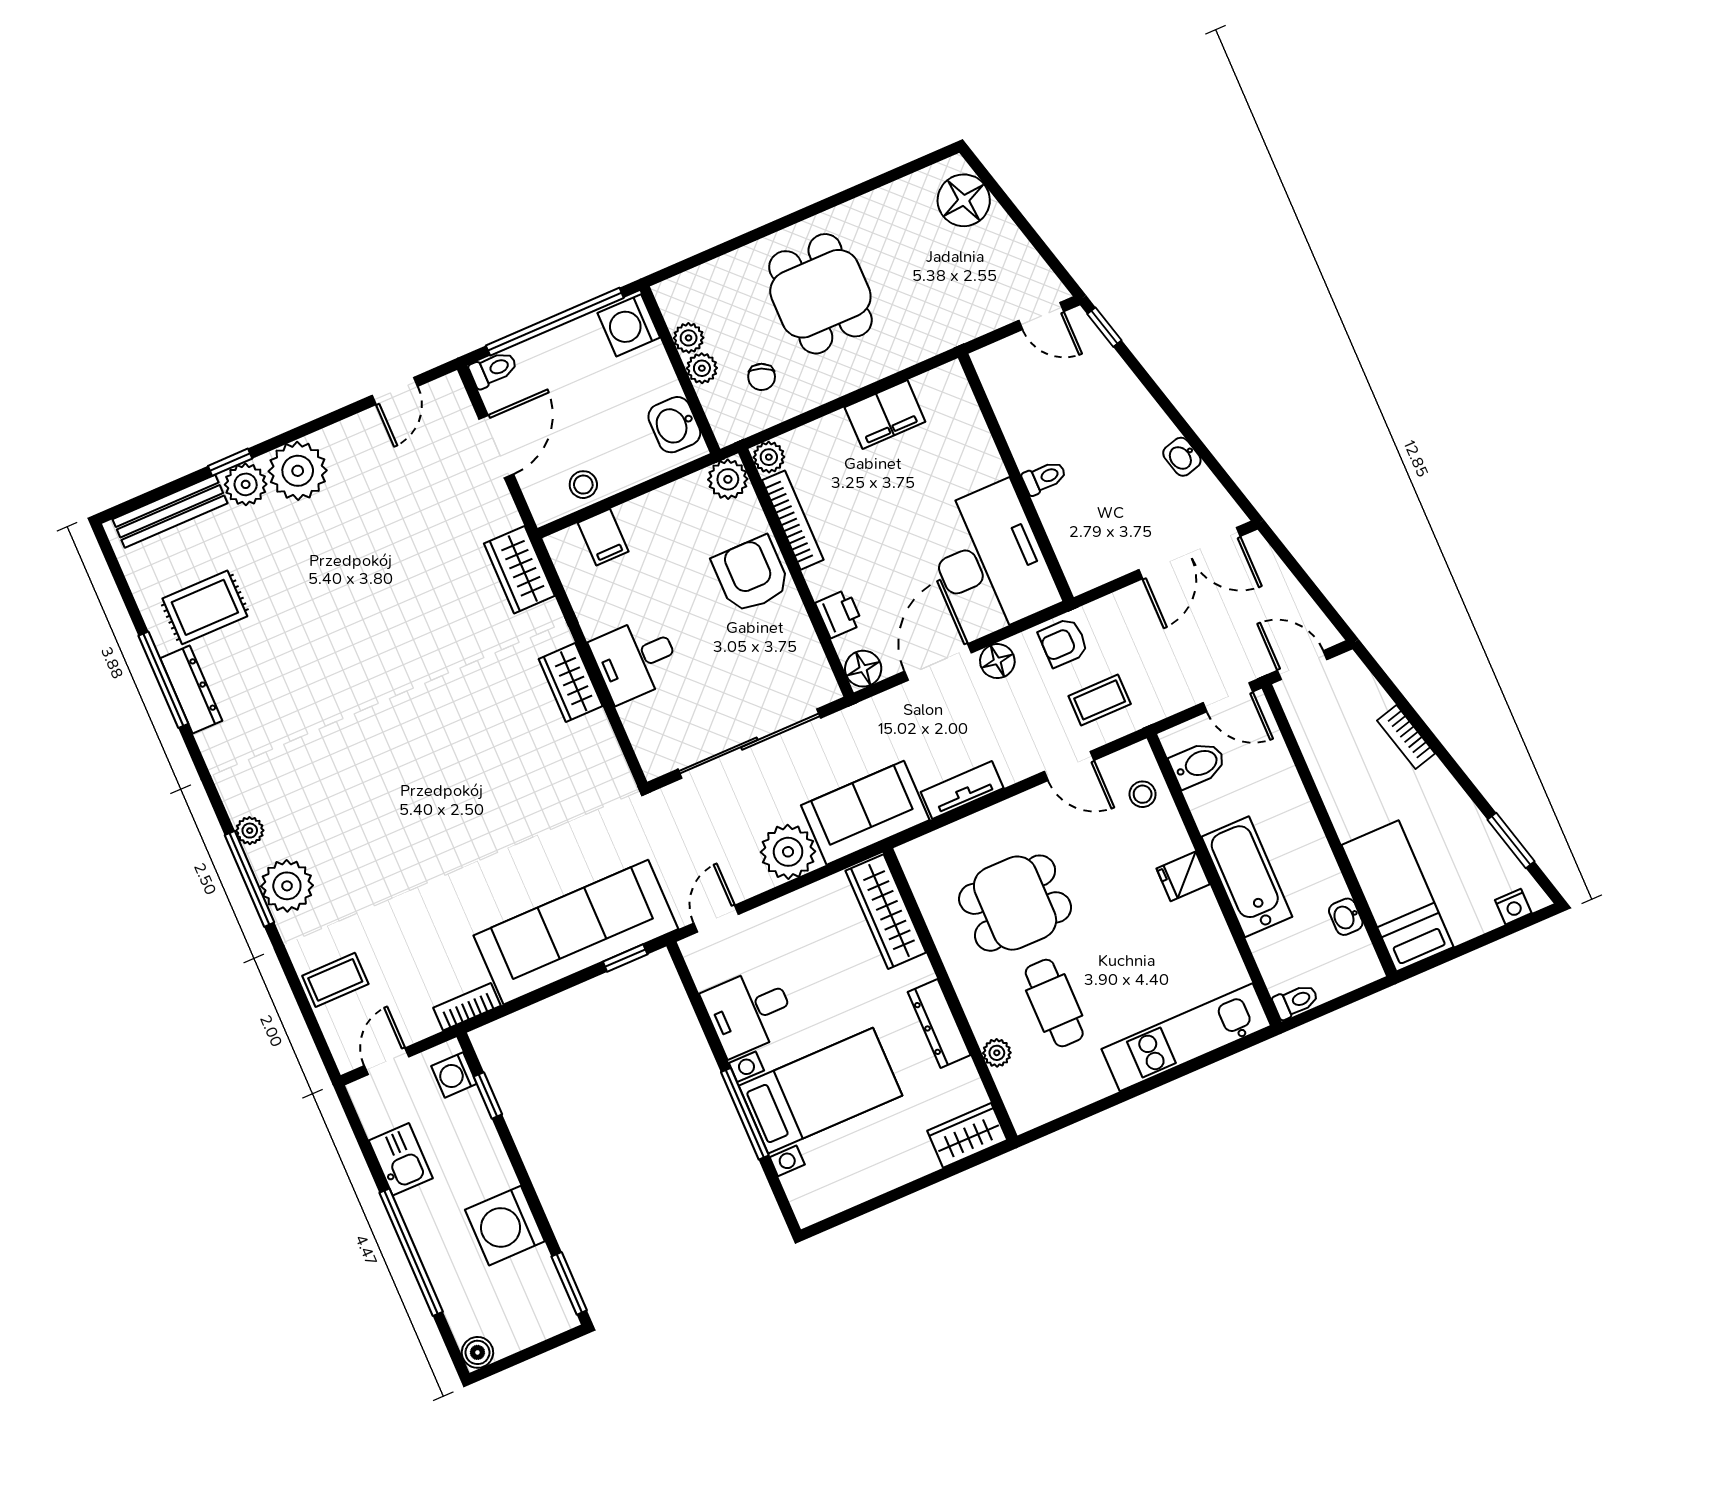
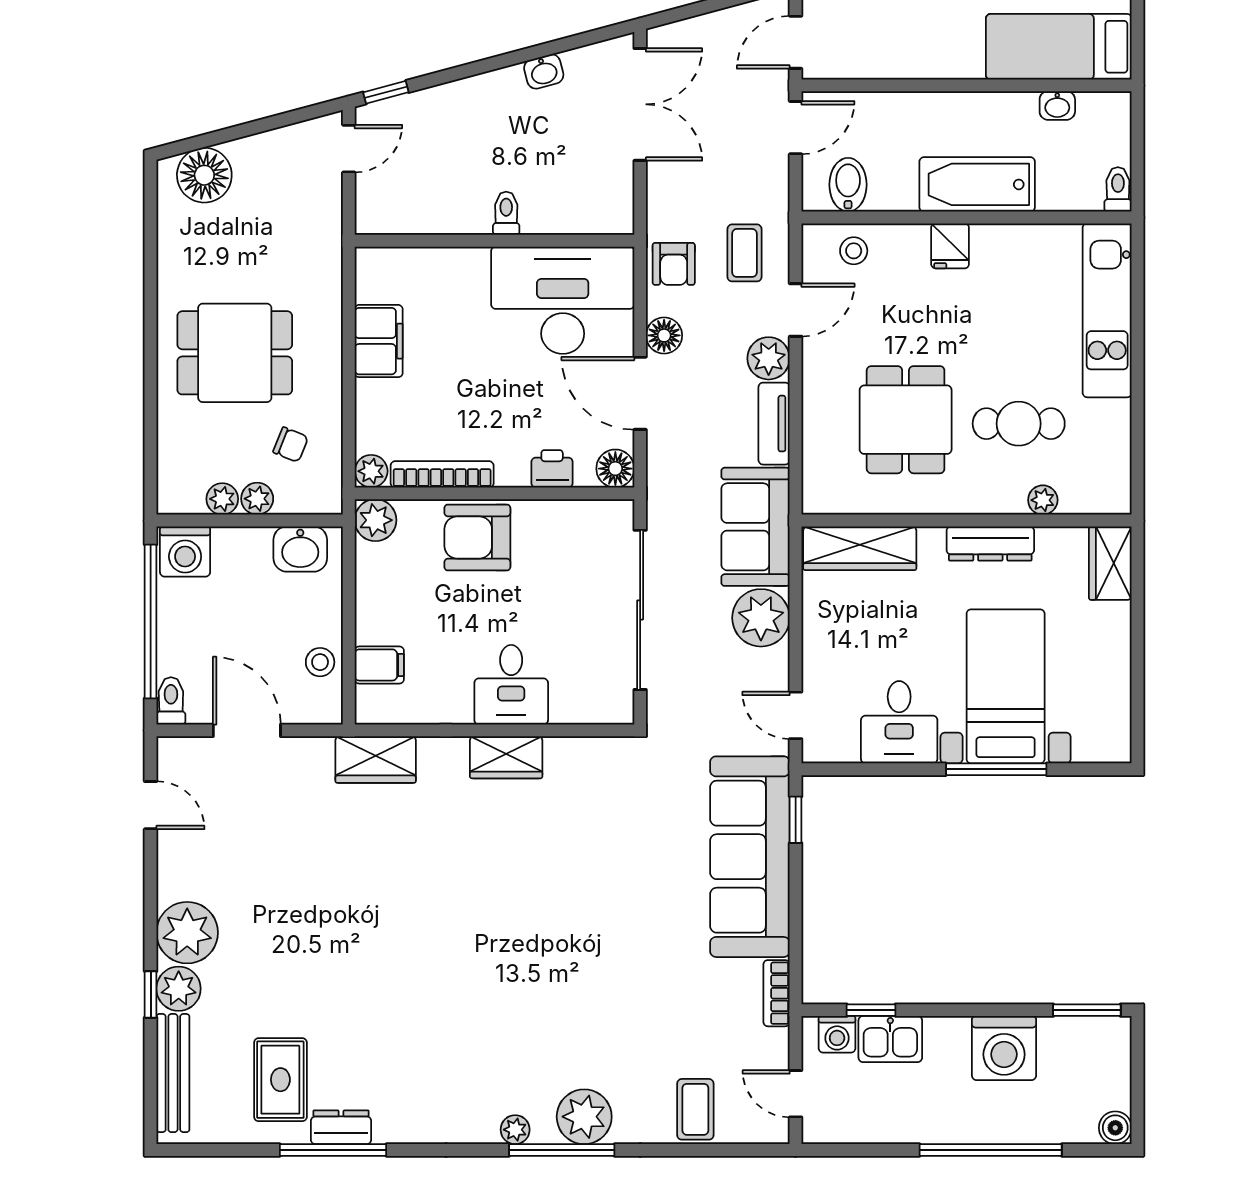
dresser: (191, 690) -> (341, 1127), width x0.70
plant: (1017, 761) -> (769, 358), added
kitchen sink: (401, 1159) -> (890, 1039), moved, turned 180

